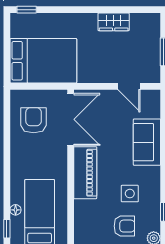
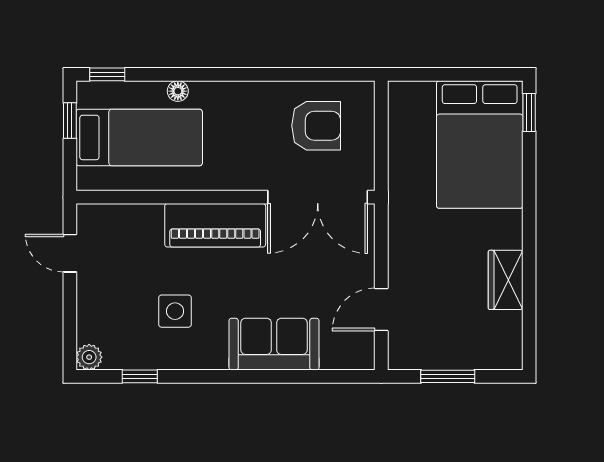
bed: (43, 61) -> (480, 145), moved
floor lamp: (16, 210) -> (178, 91), moved
armchair: (124, 226) -> (113, 301), removed

